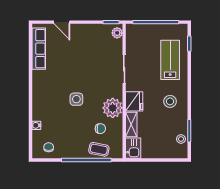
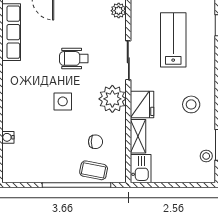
lab bench: (170, 60) -> (173, 40), moved
wheelchair: (85, 68) -> (74, 58), added
plant: (113, 108) -> (112, 99), moved
chair: (49, 147) -> (25, 167), removed

